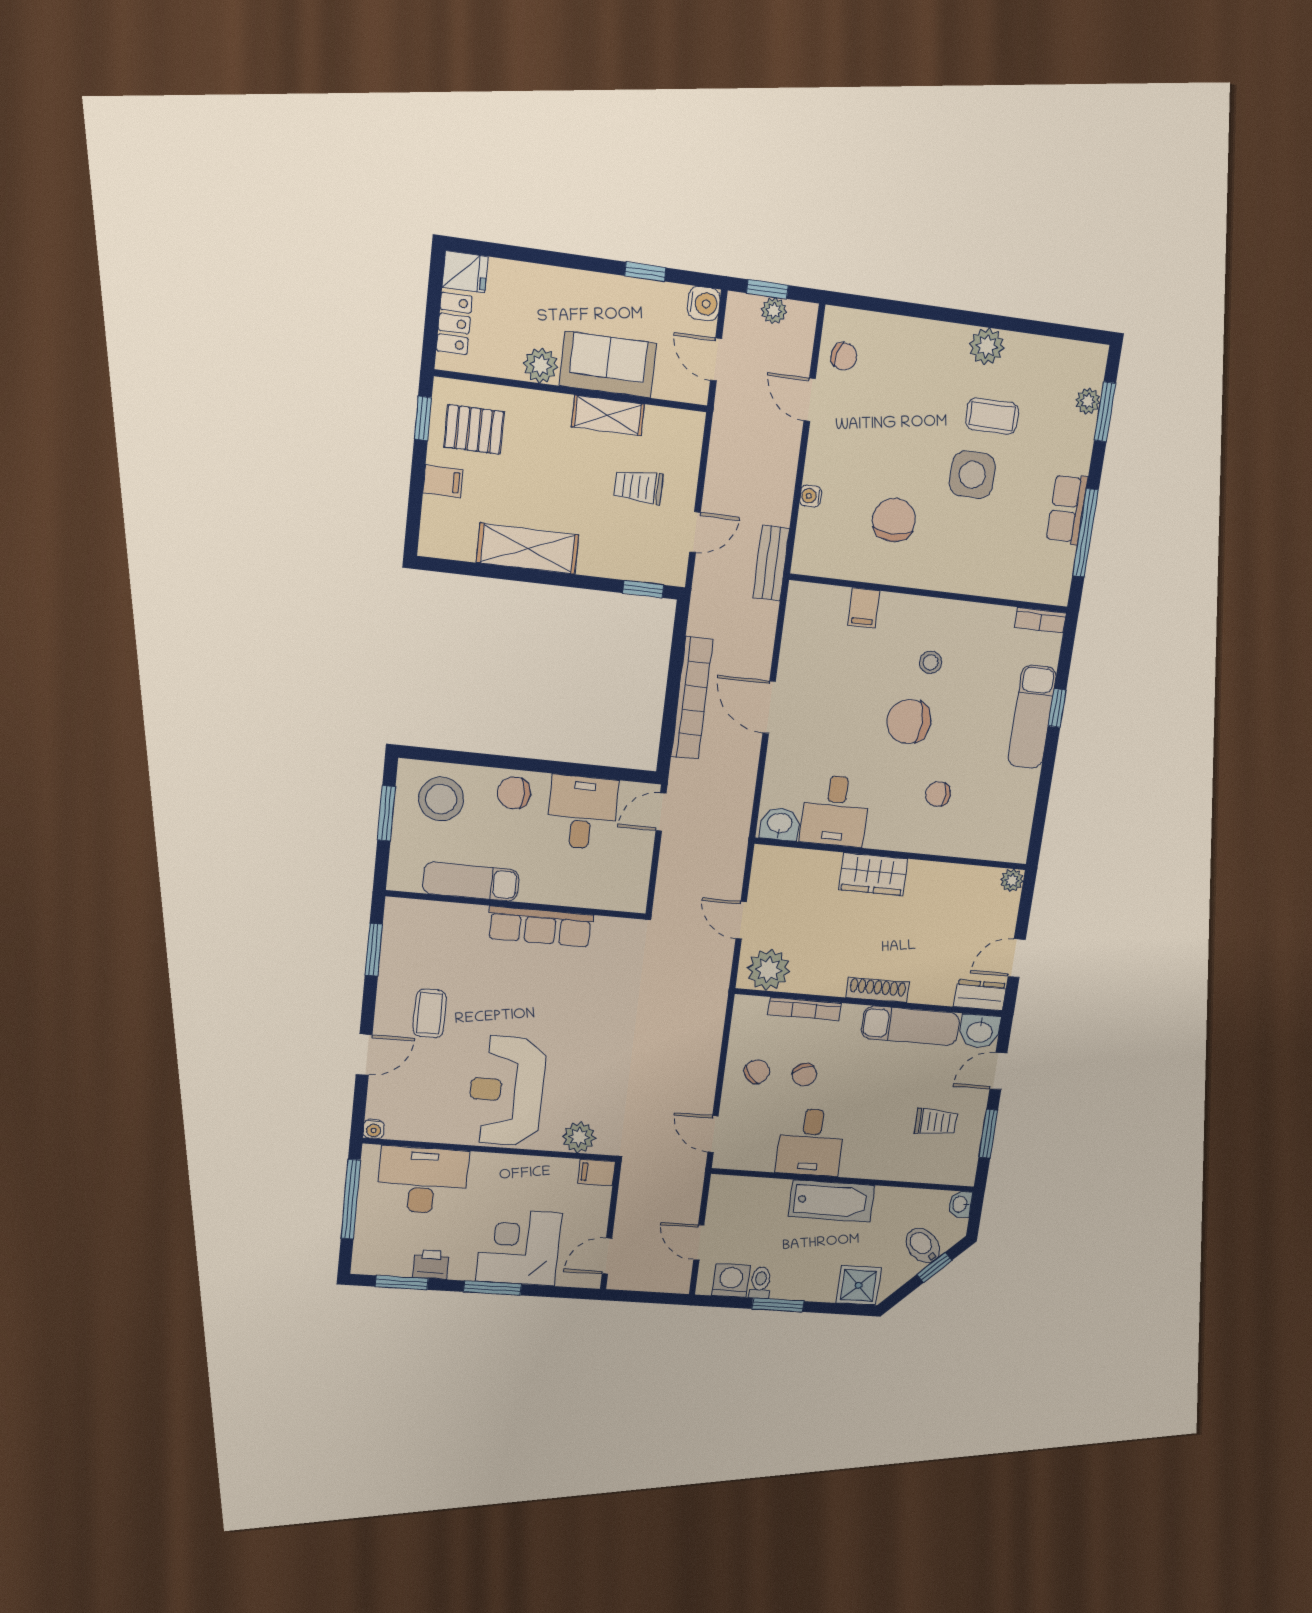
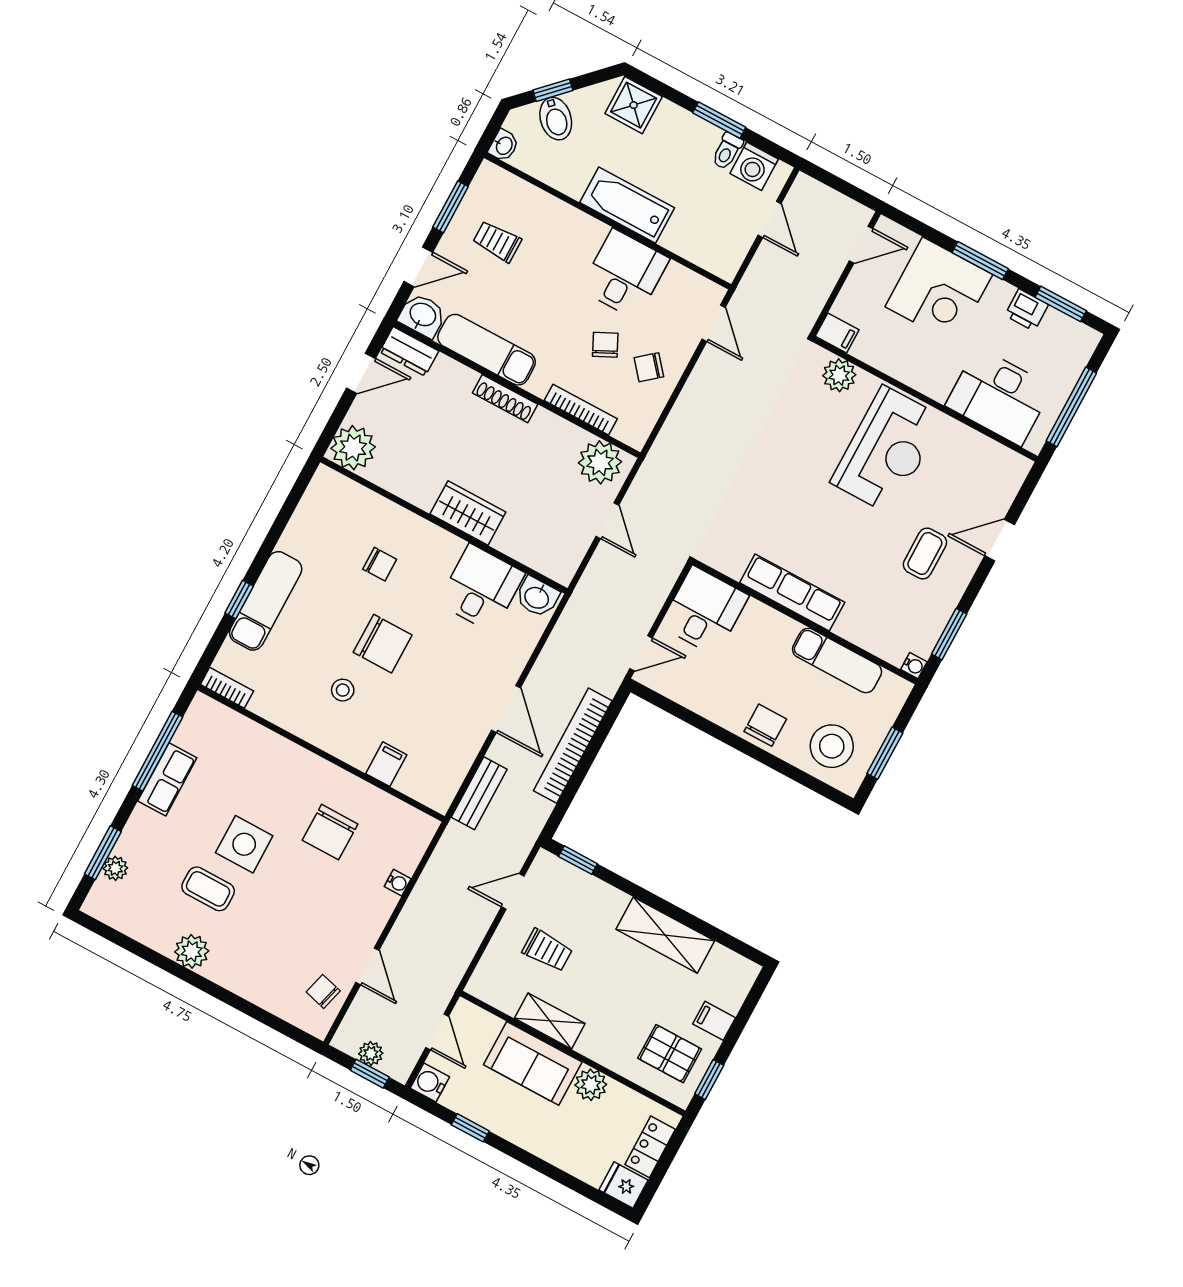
bench: (771, 563) -> (479, 793), moved
chair: (514, 793) -> (765, 725), turned -90
desk: (582, 812) -> (704, 611), moved, turned 180
plant: (1012, 880) -> (353, 448), width x1.88, depth x1.88
water cooler: (374, 1129) -> (914, 666), moved, turned 90

